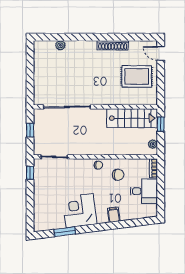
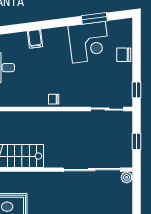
plant: (38, 101) -> (127, 177), added
chair: (118, 175) -> (124, 55), moved
corner desk: (80, 211) -> (89, 42), moved

